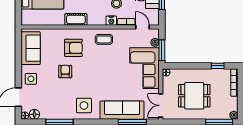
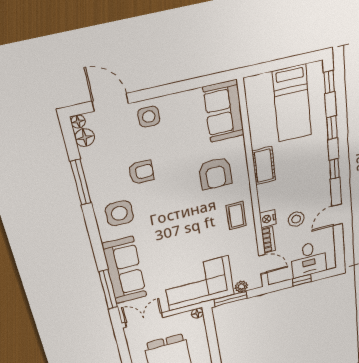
door: (143, 27) -> (263, 264), hinge flipped
sofa: (31, 48) -> (224, 111), moved, turned 90
armchair: (65, 71) -> (141, 172), moved

